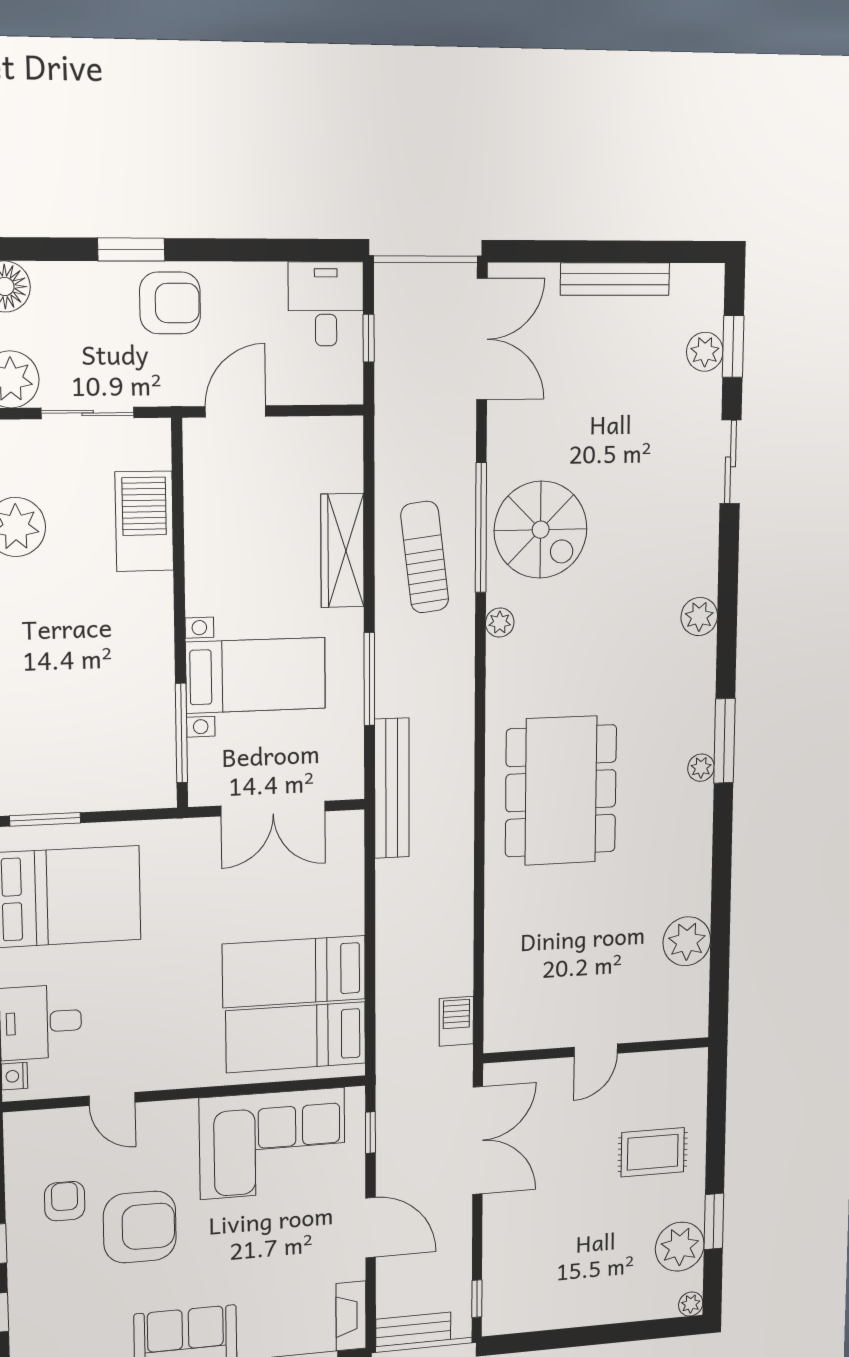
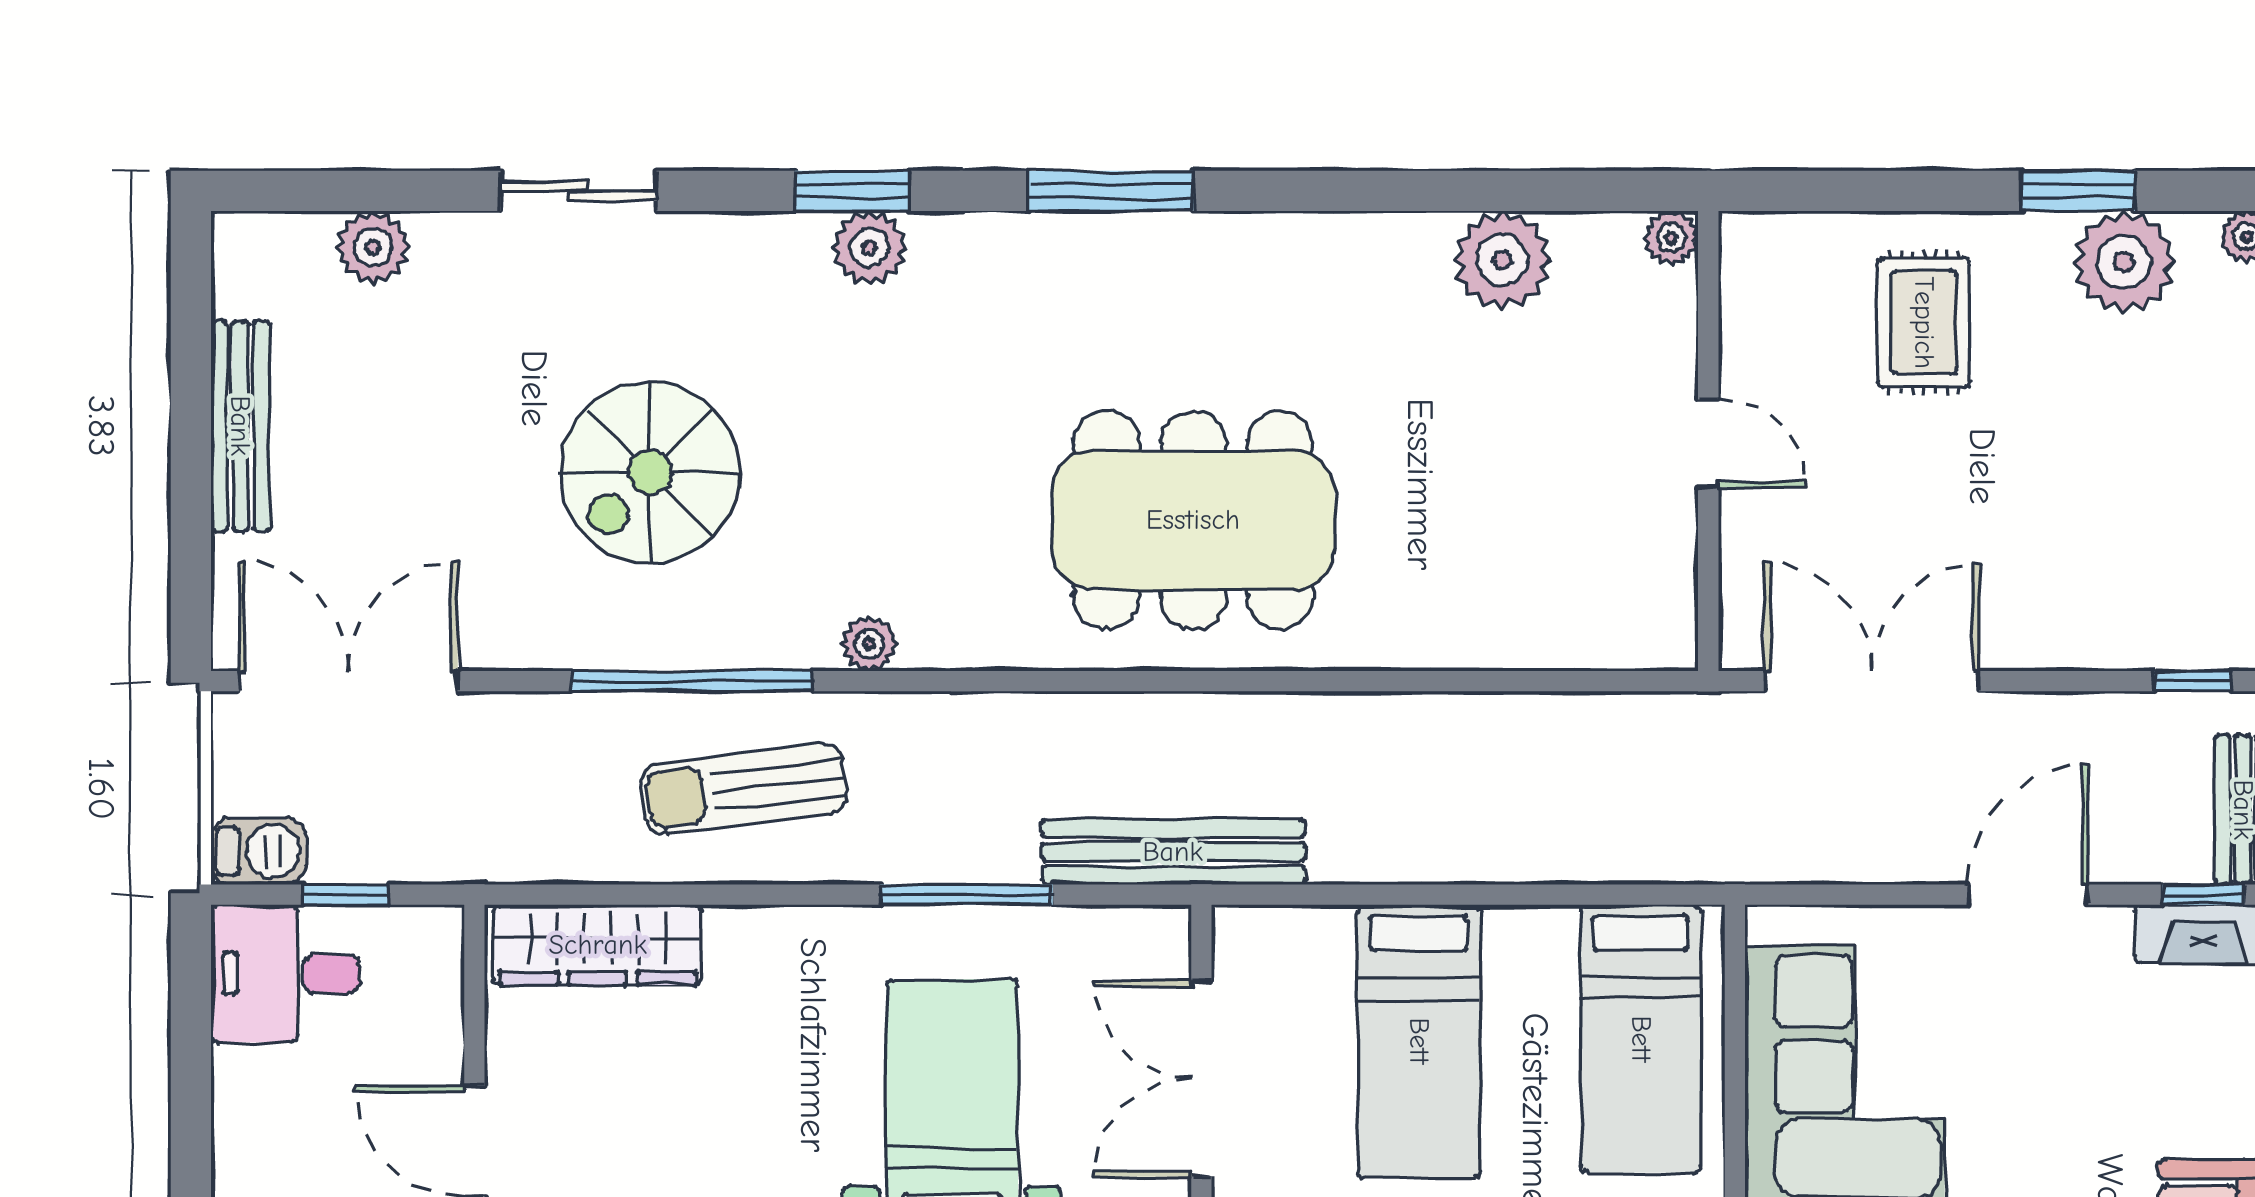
window: (733, 346) -> (852, 191), moved
spiral stairs: (541, 530) -> (650, 473), moved, turned 180
wardrobe: (343, 550) -> (598, 945), moved
plant: (701, 768) -> (1671, 238), moved
double door: (273, 809) -> (1201, 1079), swing flipped
bed: (294, 972) -> (1419, 1041), moved
barbecue: (456, 1021) -> (258, 851), moved, turned 180
window: (370, 1133) -> (2204, 895), moved

